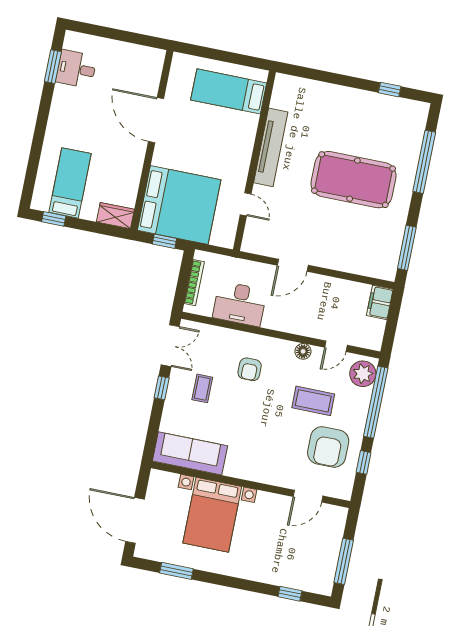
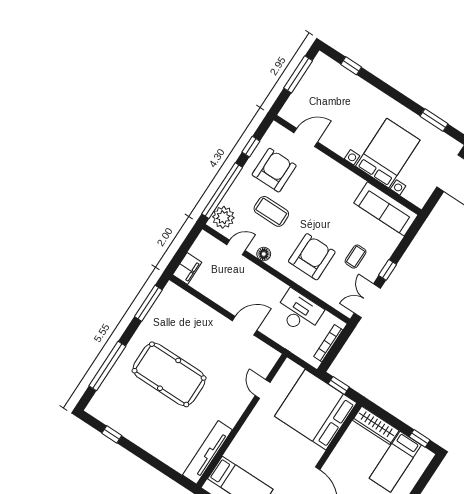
tv unit: (271, 147) -> (207, 452), moved
wardrobe: (115, 216) -> (376, 425), width x1.50
armchair: (250, 369) -> (312, 257), width x1.88, depth x1.88

